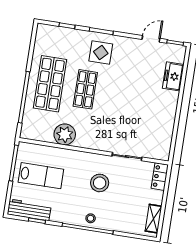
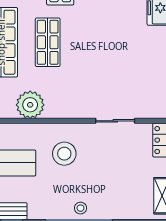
stool: (100, 183) -> (64, 154), moved

